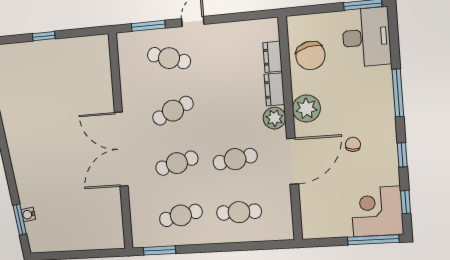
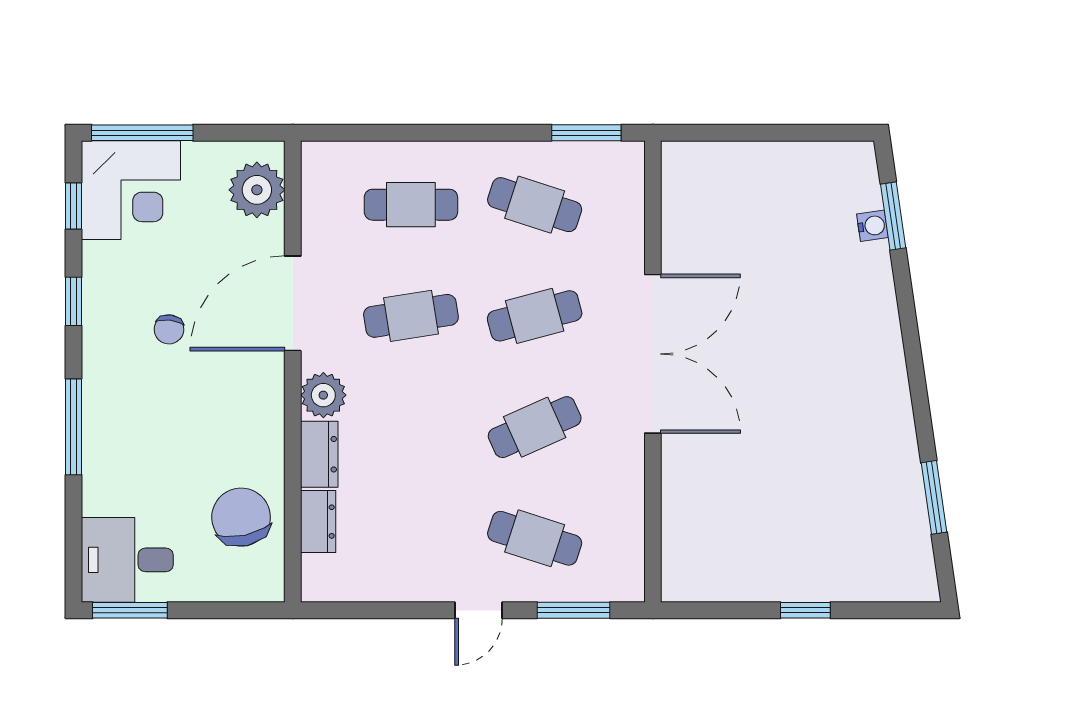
desk: (366, 37) -> (127, 560), width x0.73
plant: (306, 108) -> (257, 190), moved
cafe table: (181, 215) -> (535, 205), turned 30

